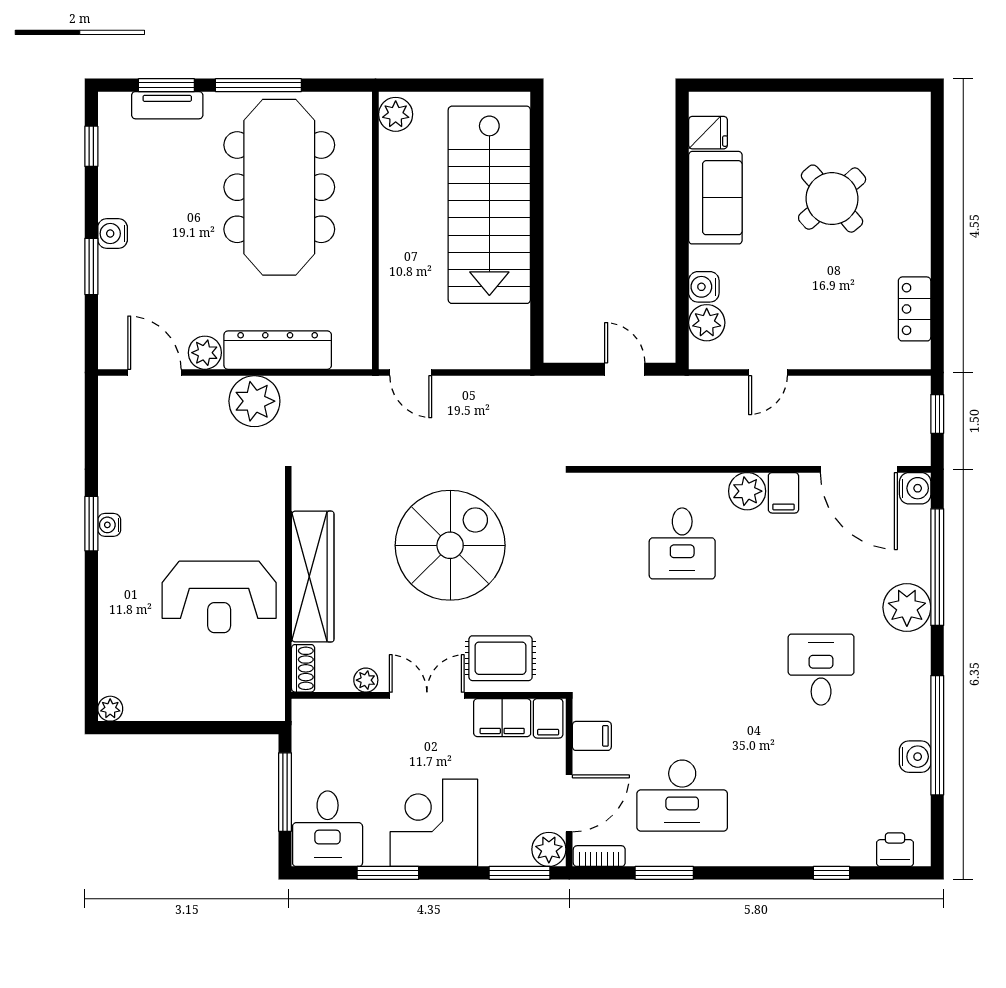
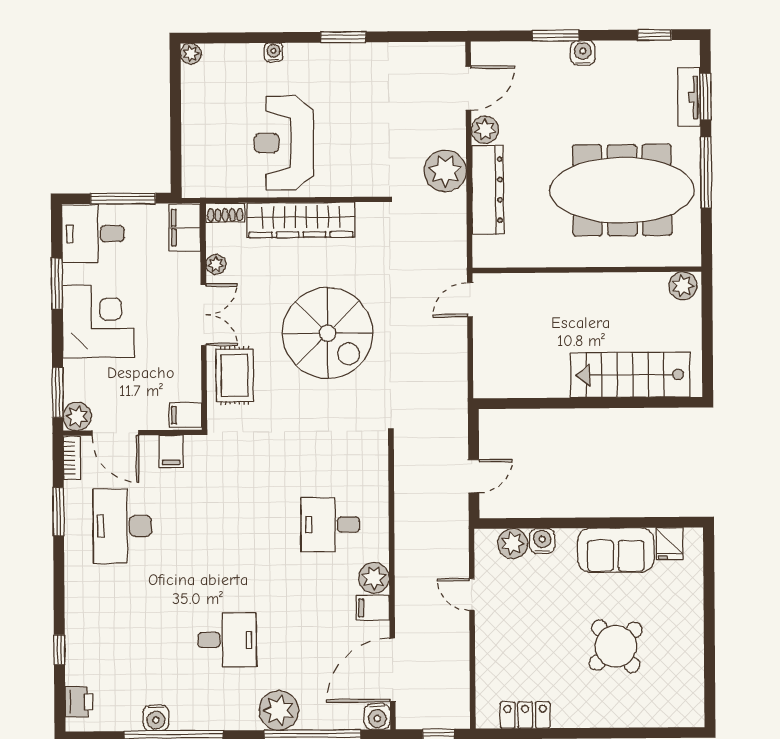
stairs: (489, 205) -> (630, 375), width x0.73, depth x0.66
water cooler: (109, 525) -> (274, 52), moved
filing cabinet: (502, 718) -> (185, 228), moved

